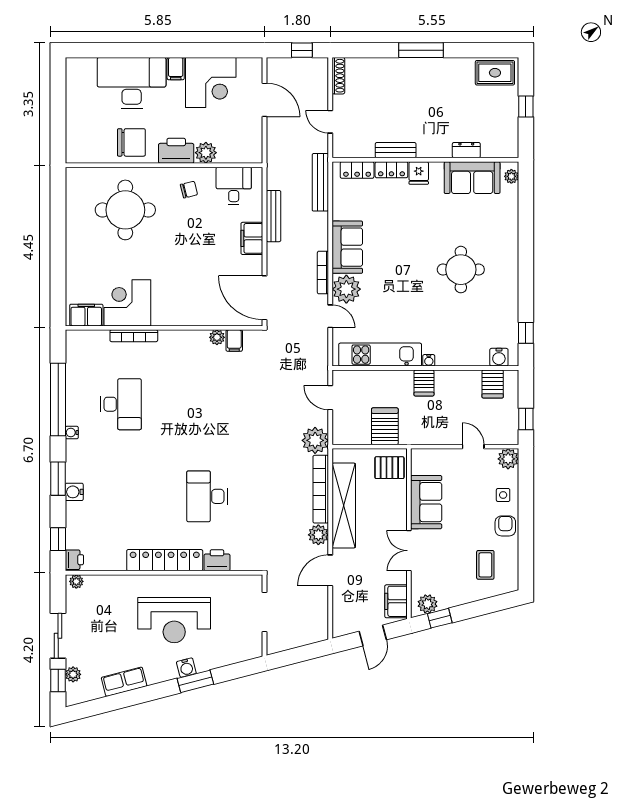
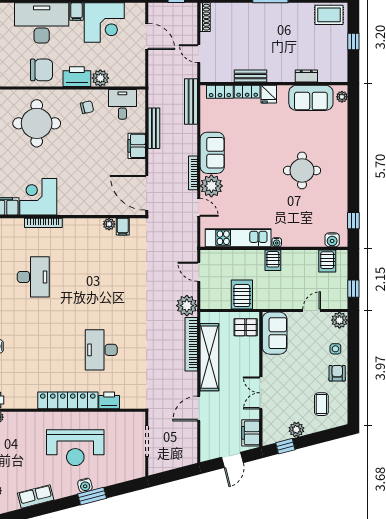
door: (473, 447) -> (312, 311), hinge flipped
sofa: (426, 502) -> (275, 333), moved
plant: (318, 535) -> (189, 380), removed
plant: (428, 604) -> (296, 430), moved

